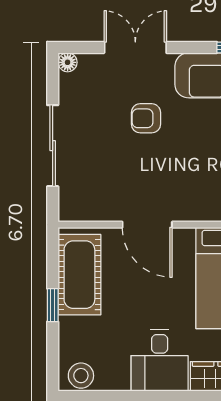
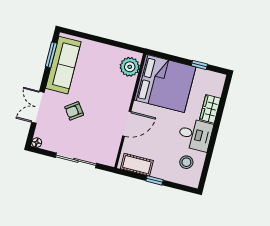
armchair: (146, 118) -> (74, 111), turned 54
cot: (79, 275) -> (137, 165), width x0.73, depth x0.75
stool: (81, 376) -> (186, 162), moved

